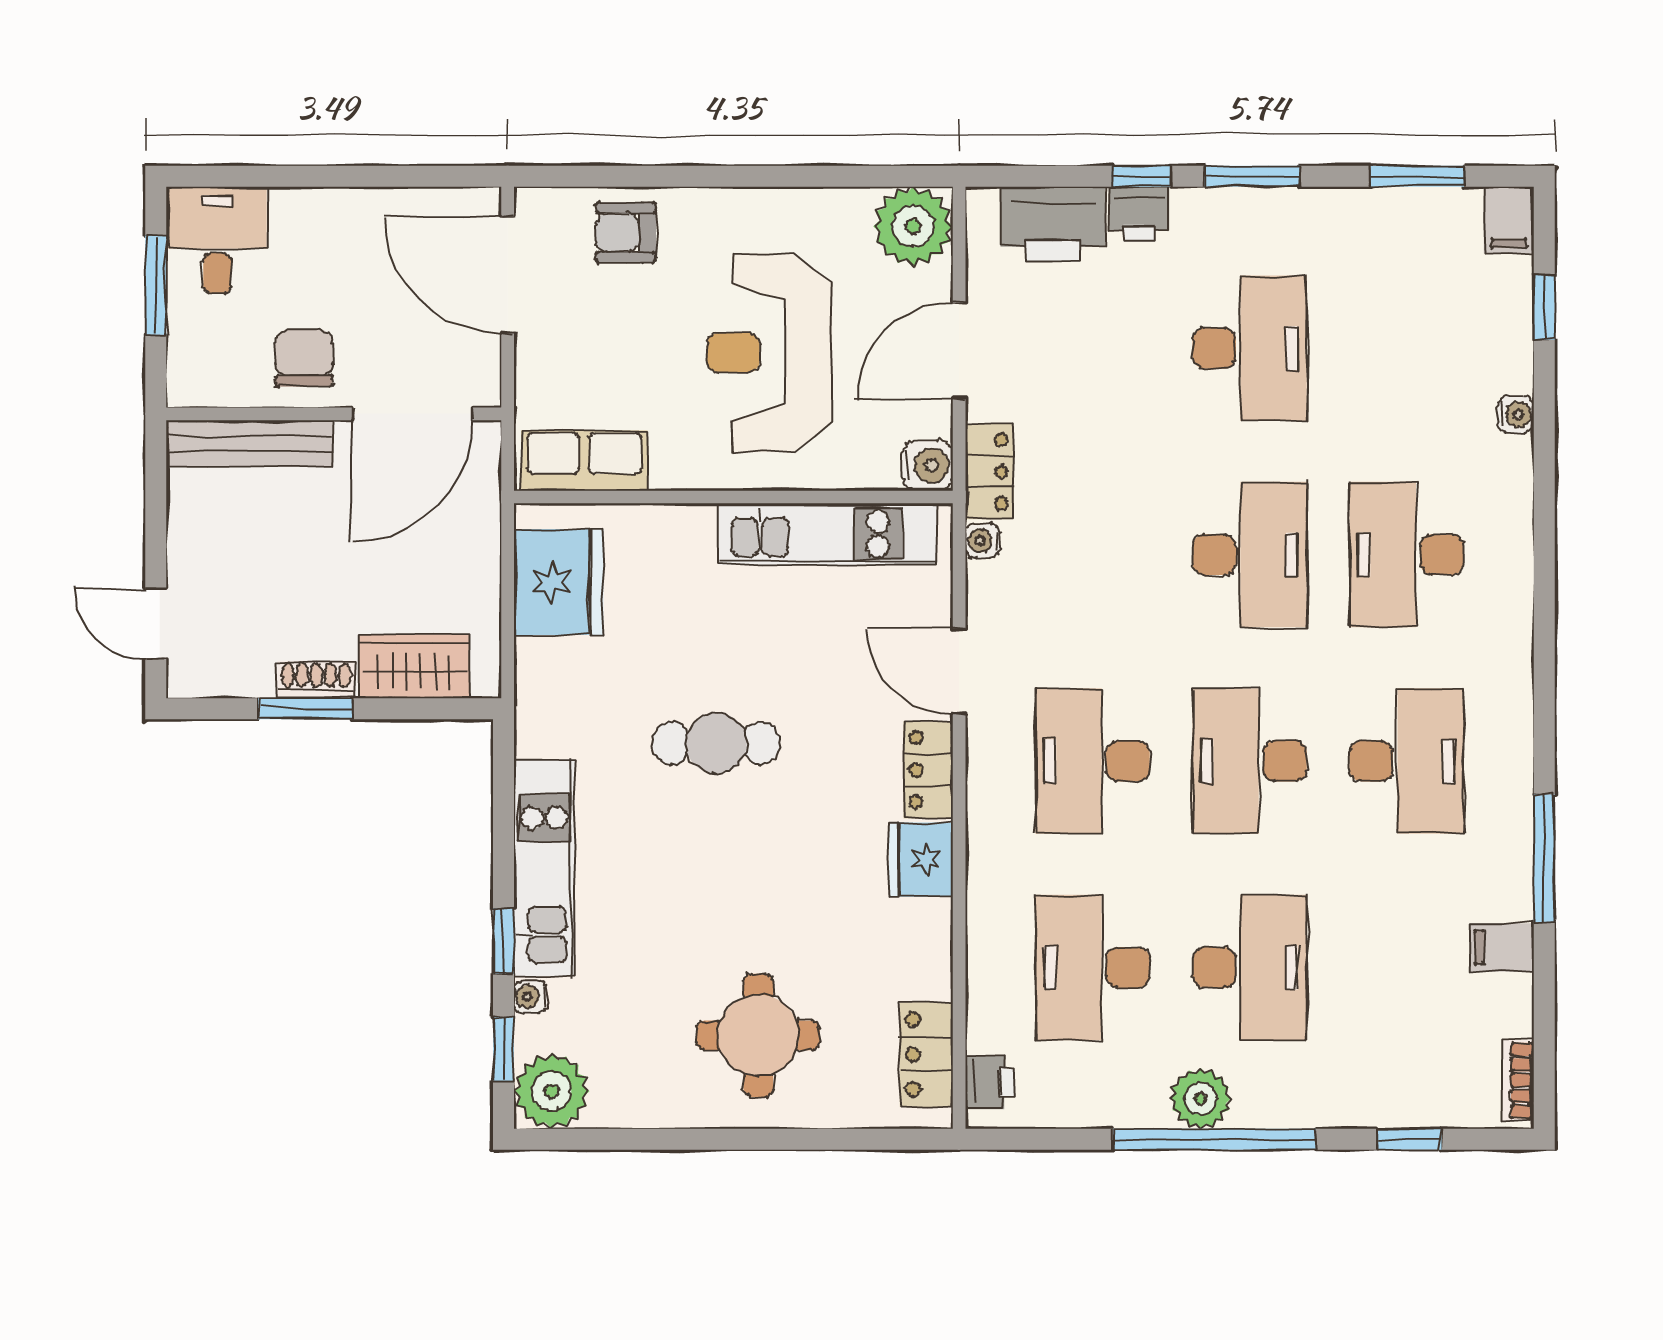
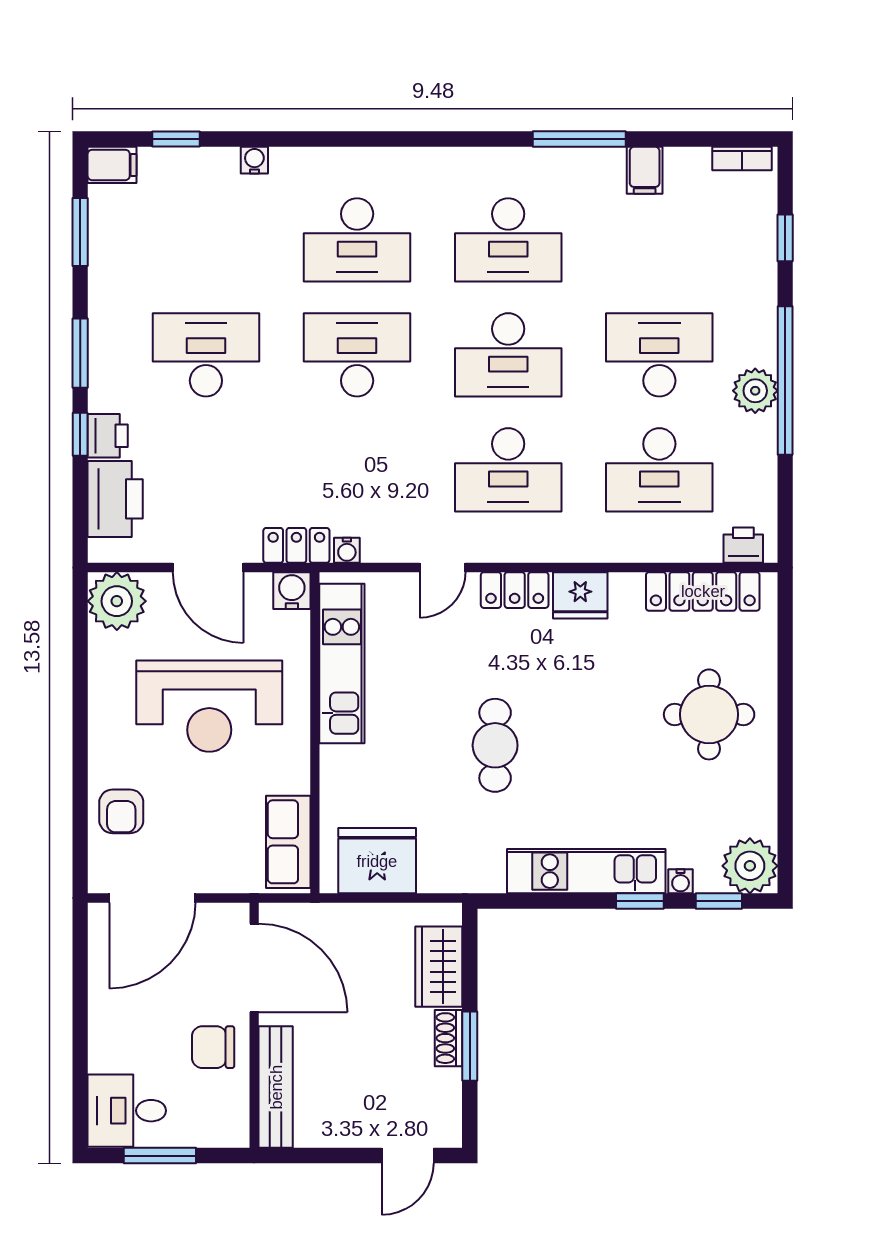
door: (959, 671) -> (442, 568), width x0.73
desk: (1407, 761) -> (508, 240), turned 180
locker: (926, 1054) -> (703, 591), width x1.53

